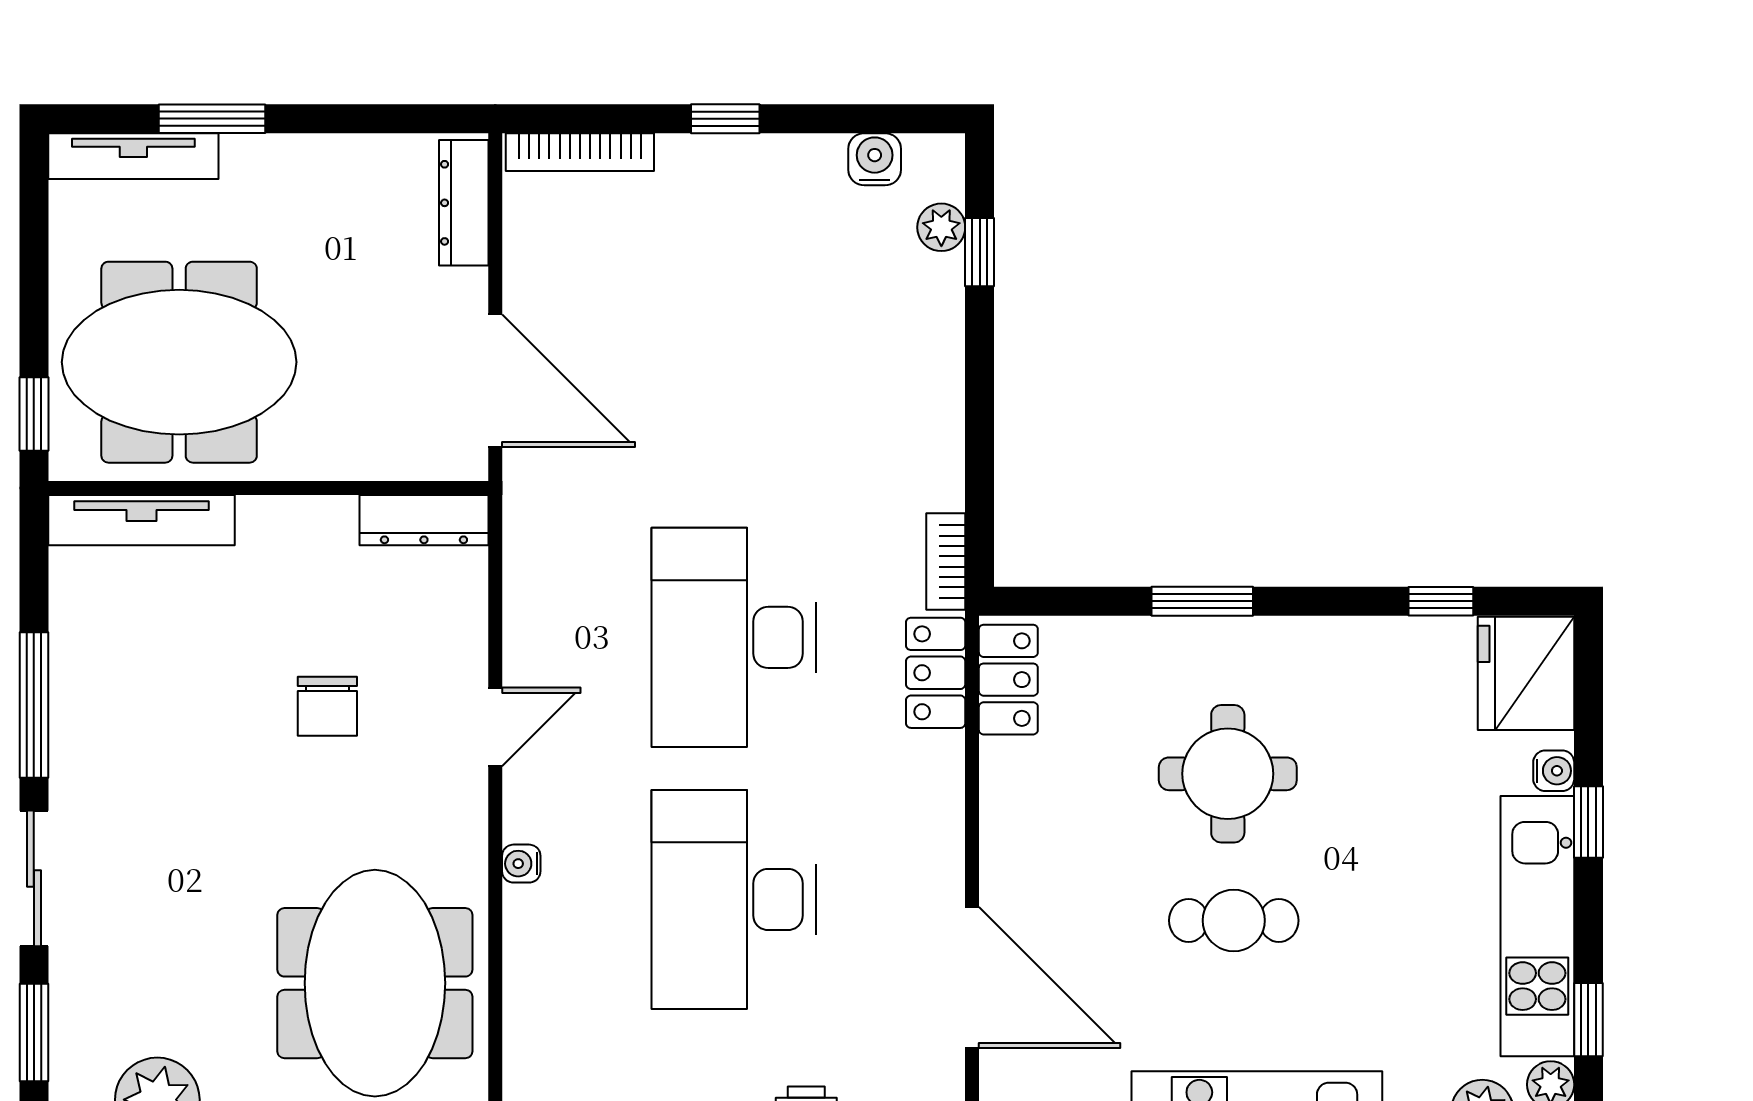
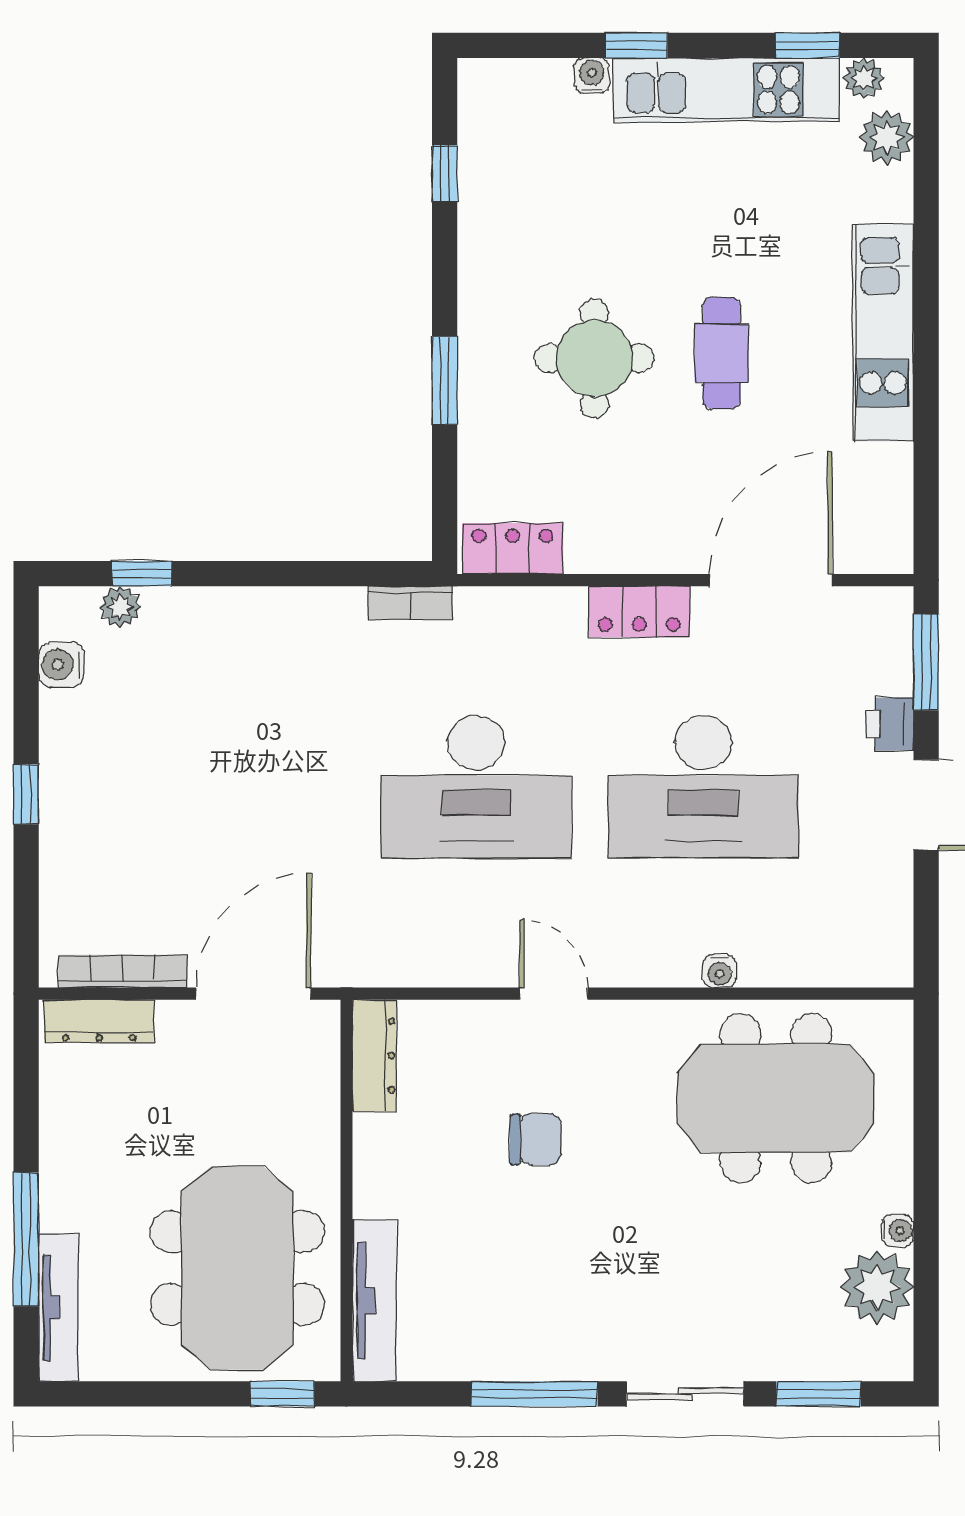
window: (212, 119) -> (26, 1239), width x1.44
bookcase: (580, 152) -> (123, 971), moved, turned -90
locker: (936, 673) -> (639, 612), moved
fridge: (1526, 673) -> (507, 100), removed
water cooler: (521, 864) -> (720, 971), moved

